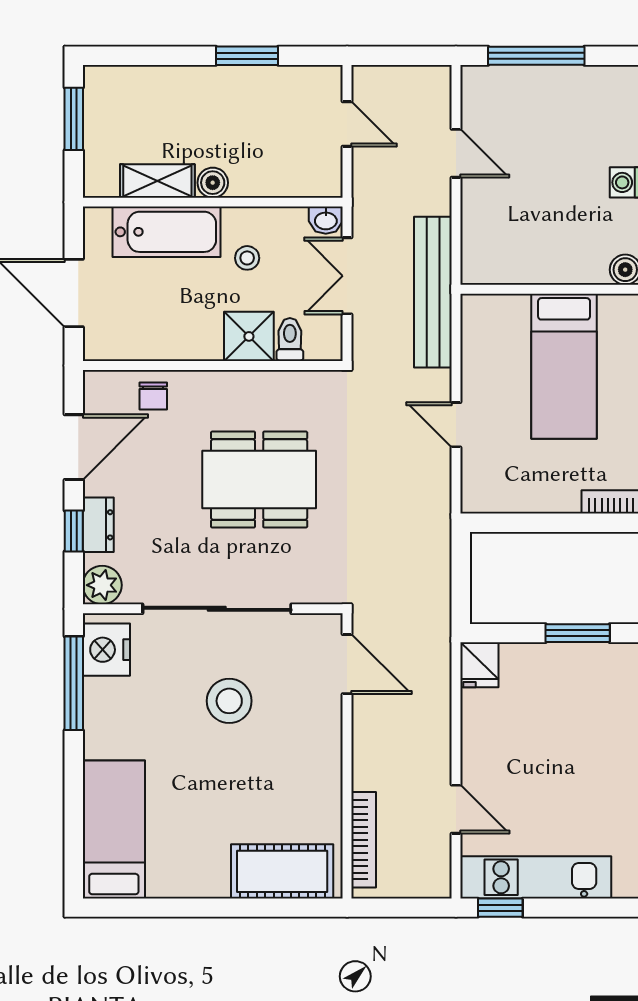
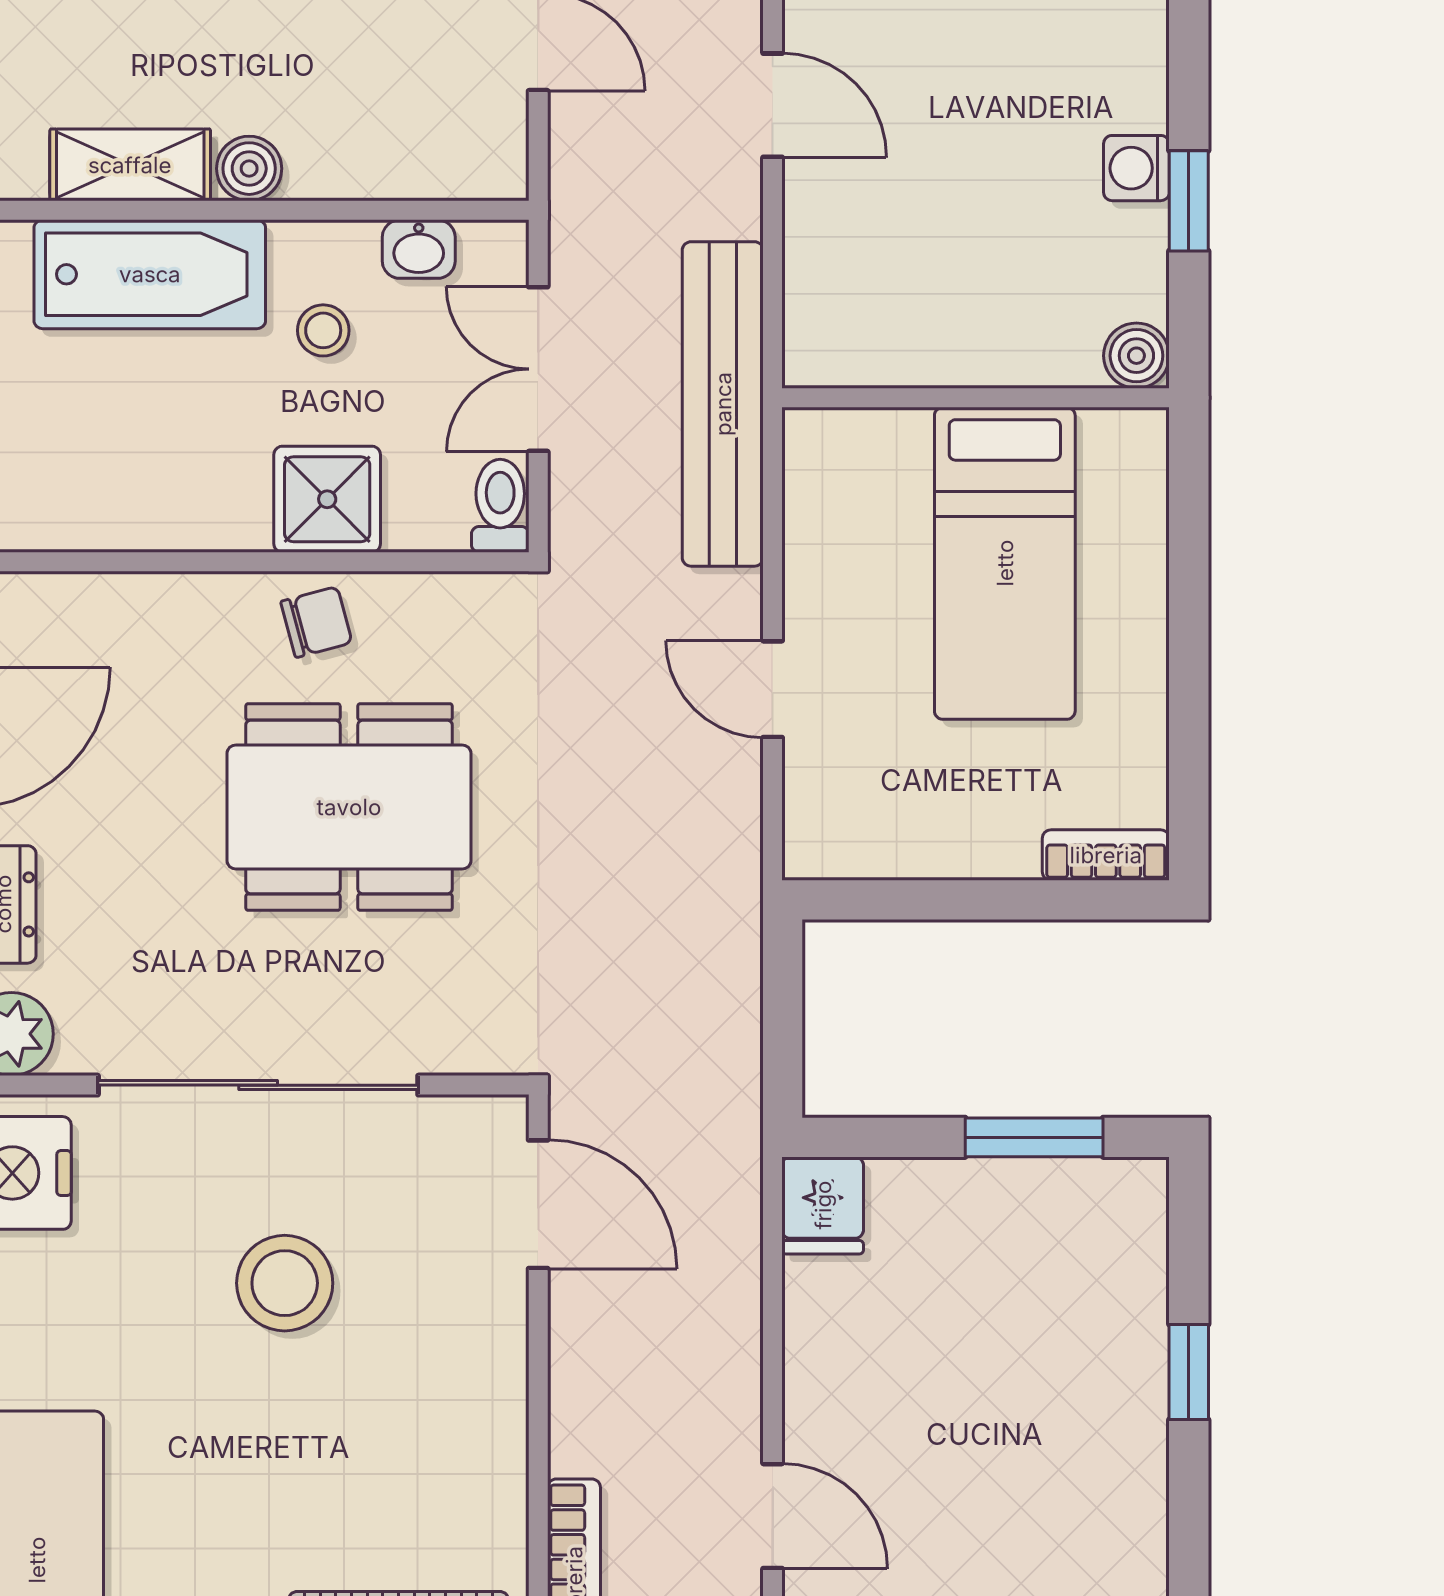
washbasin: (326, 220) -> (419, 249), moved
toilet: (290, 339) -> (500, 506), moved
chair: (153, 396) -> (316, 622), moved, turned -105

